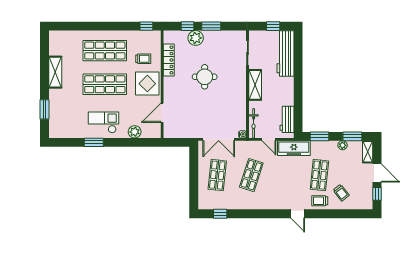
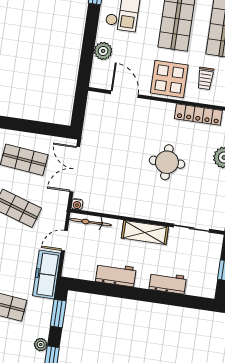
workbench: (285, 53) -> (168, 283), width x0.53, depth x0.76
workbench: (287, 119) -> (116, 275), moved

